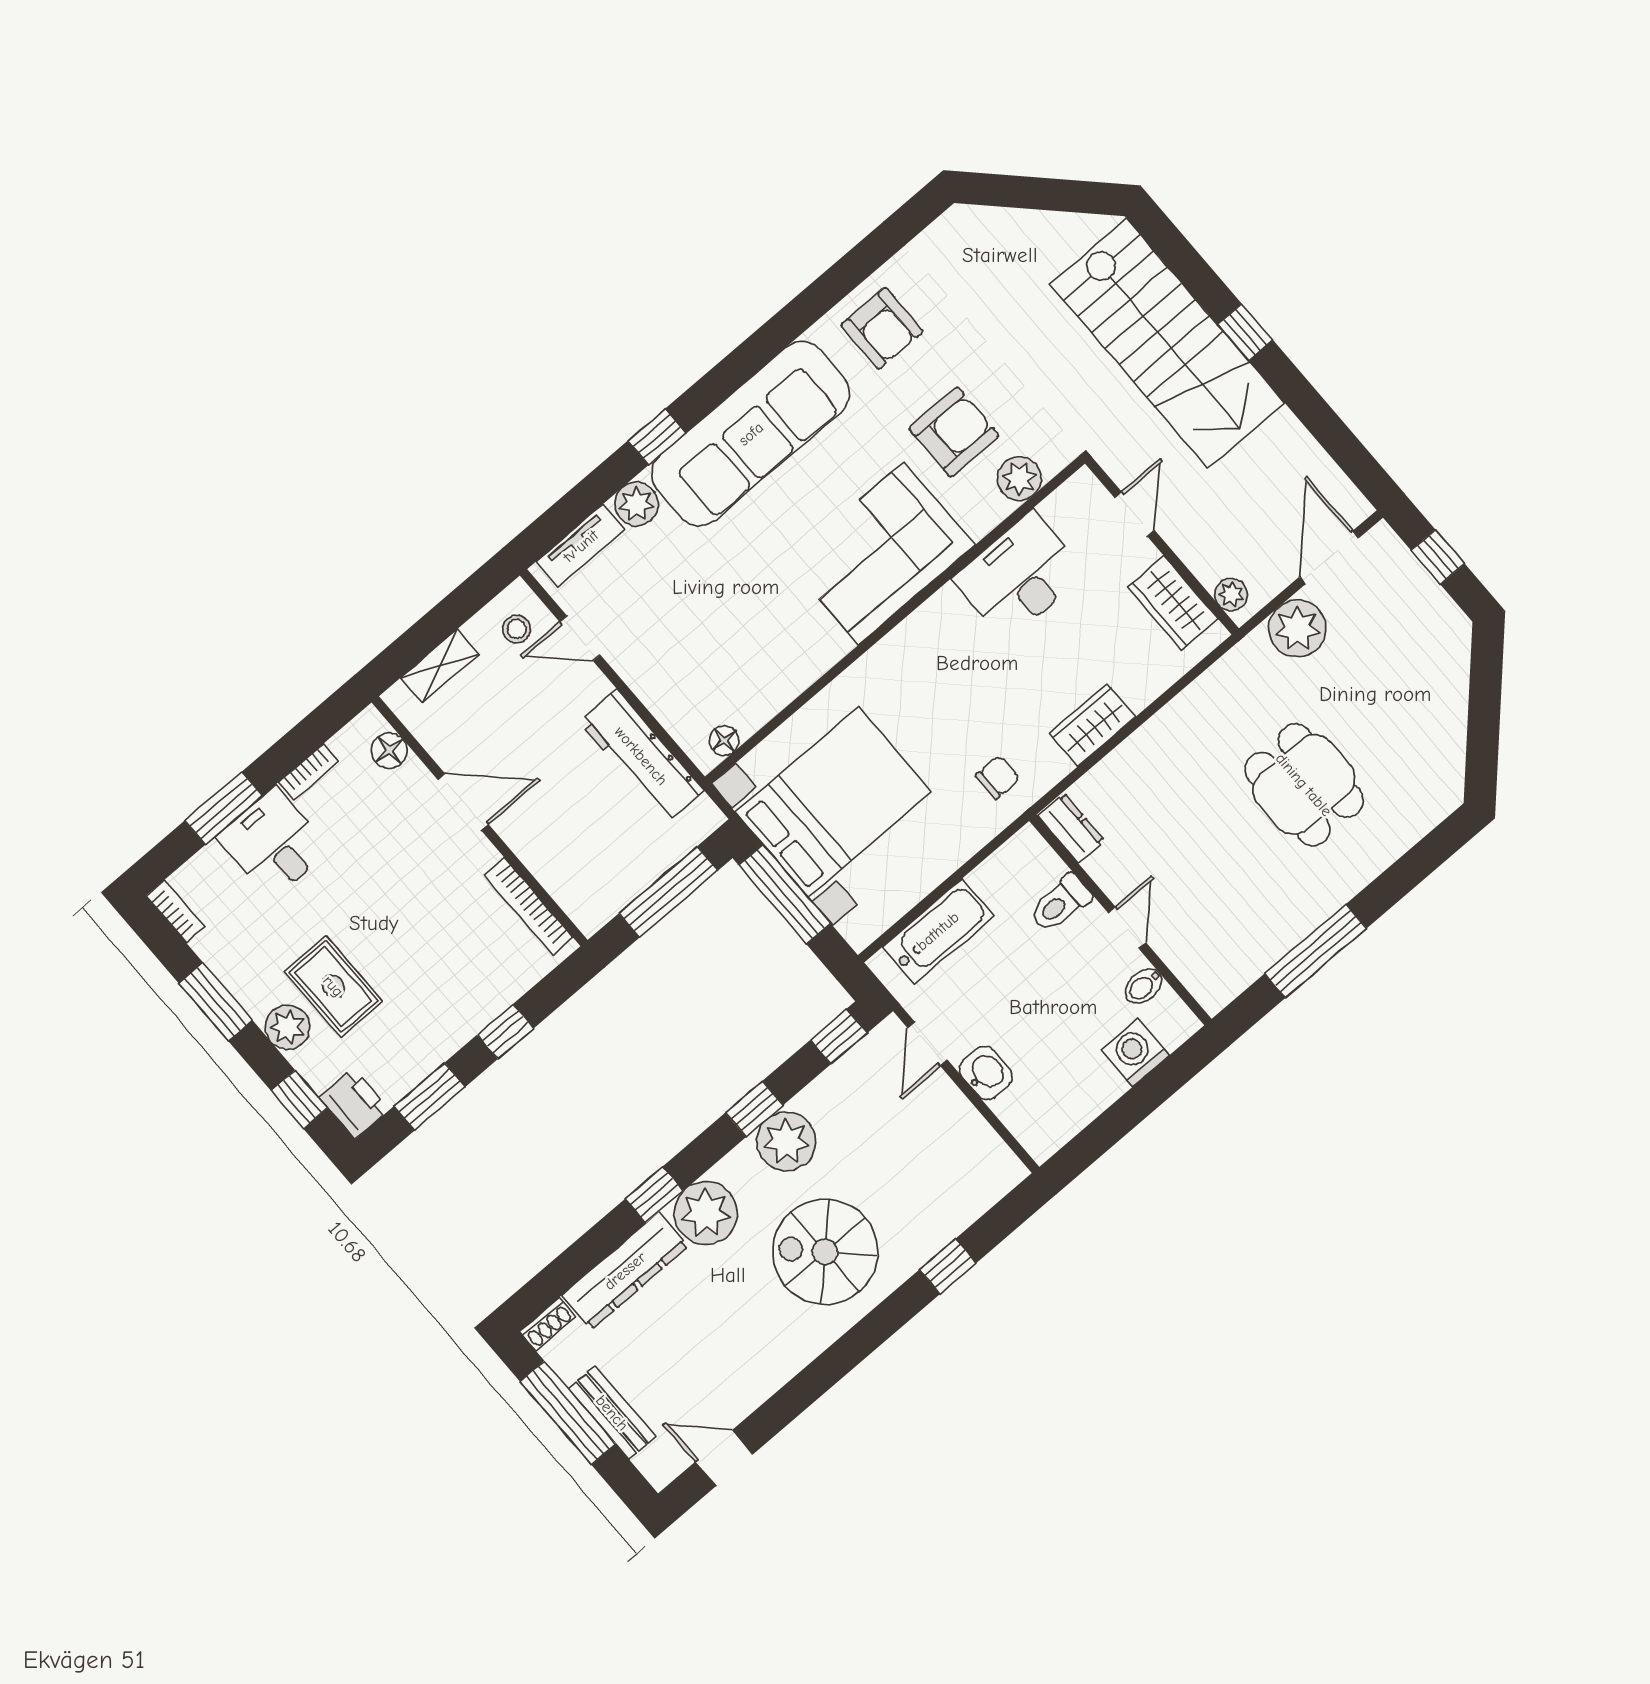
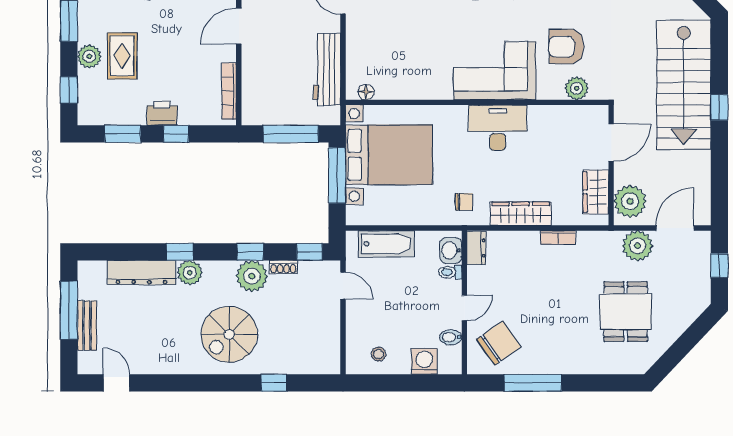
armchair: (954, 432) -> (566, 47), turned 180
door: (1134, 514) -> (611, 143), width x1.38
desk: (1019, 576) -> (498, 128), moved
plant: (1231, 595) -> (630, 201), width x1.88, depth x1.88
bookcase: (1174, 714) -> (558, 237), added
wardrobe: (1092, 725) -> (521, 214), width x1.50
dining table: (1304, 785) -> (626, 312), moved
door: (463, 802) -> (239, 26), swing flipped
toilet: (1060, 904) -> (450, 272), width x0.73, depth x0.72
chair: (1219, 936) -> (499, 343), added
door: (927, 1044) -> (343, 286), swing flipped
washbasin: (986, 1073) -> (451, 250), moved, turned 180
stool: (1061, 1098) -> (379, 354), added
printer: (354, 1103) -> (162, 113), moved, turned -90
plant: (706, 1213) -> (190, 273), width x0.73, depth x0.73
spiral stairs: (825, 1252) -> (229, 334), turned -90
shoe rack: (548, 1324) -> (283, 267), moved

